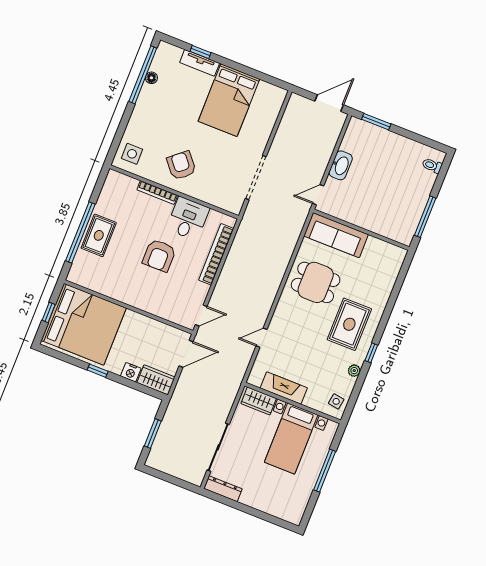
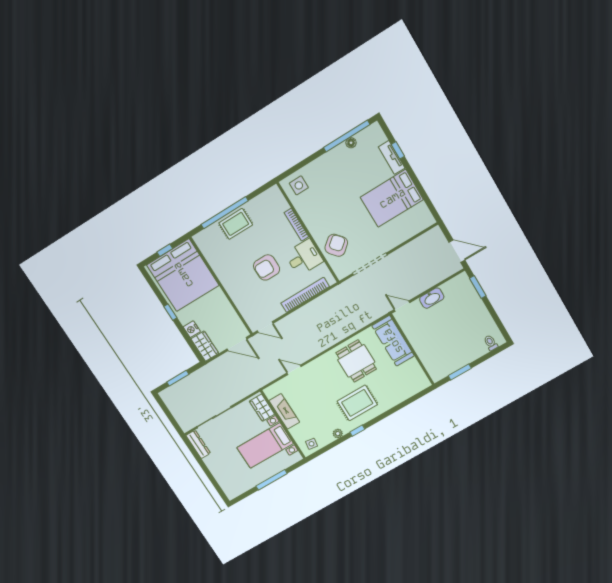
armchair: (181, 165) -> (336, 245), moved
window: (425, 217) -> (460, 372), width x0.69

